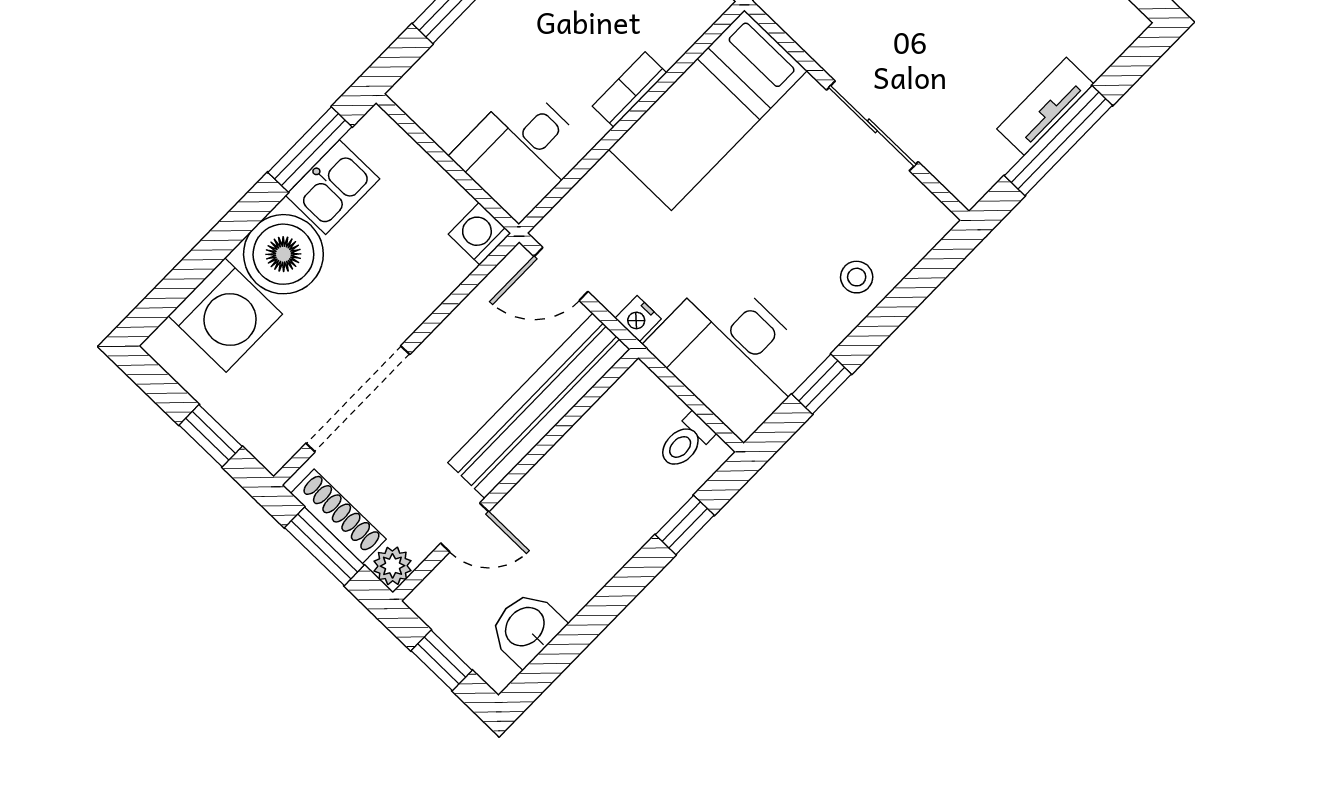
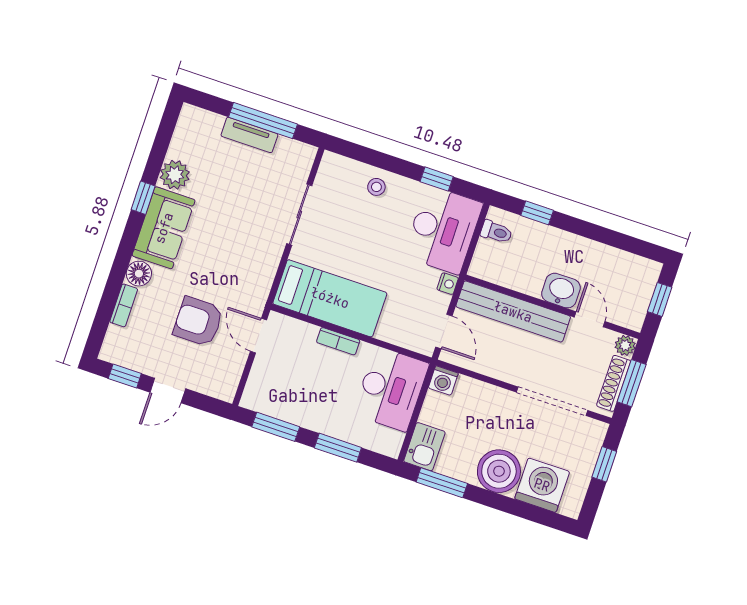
desk: (521, 152) -> (391, 389), width x1.37
kitchen sink: (333, 187) -> (424, 447), moved, turned 90
washbasin: (526, 628) -> (561, 291), moved, turned 180

